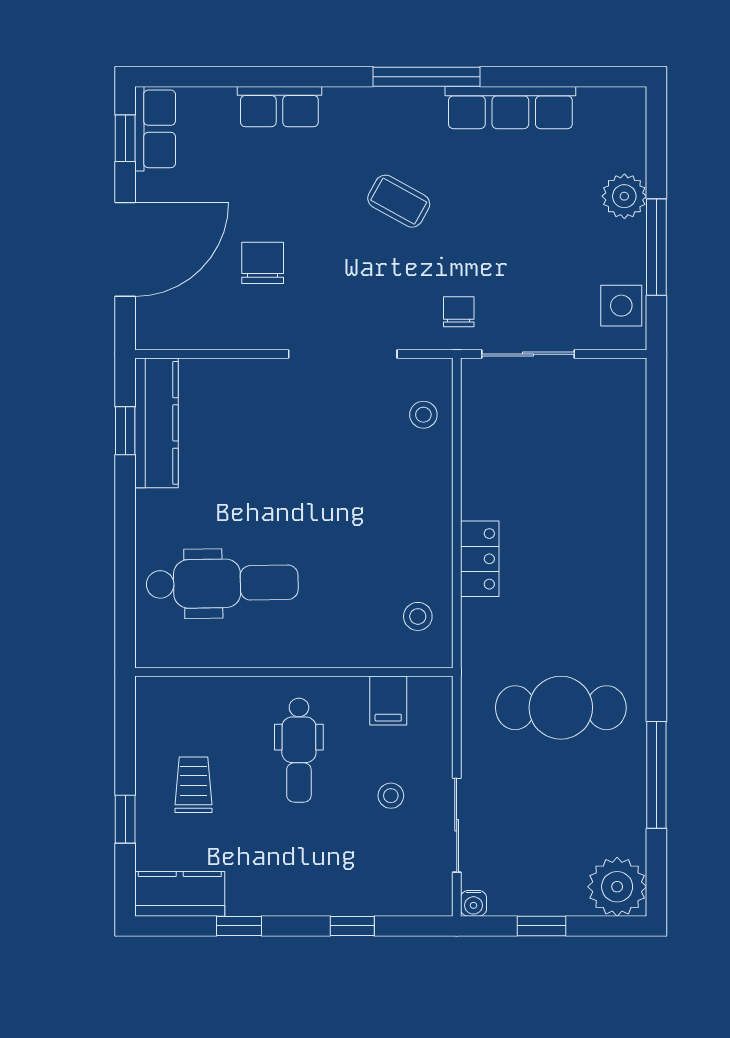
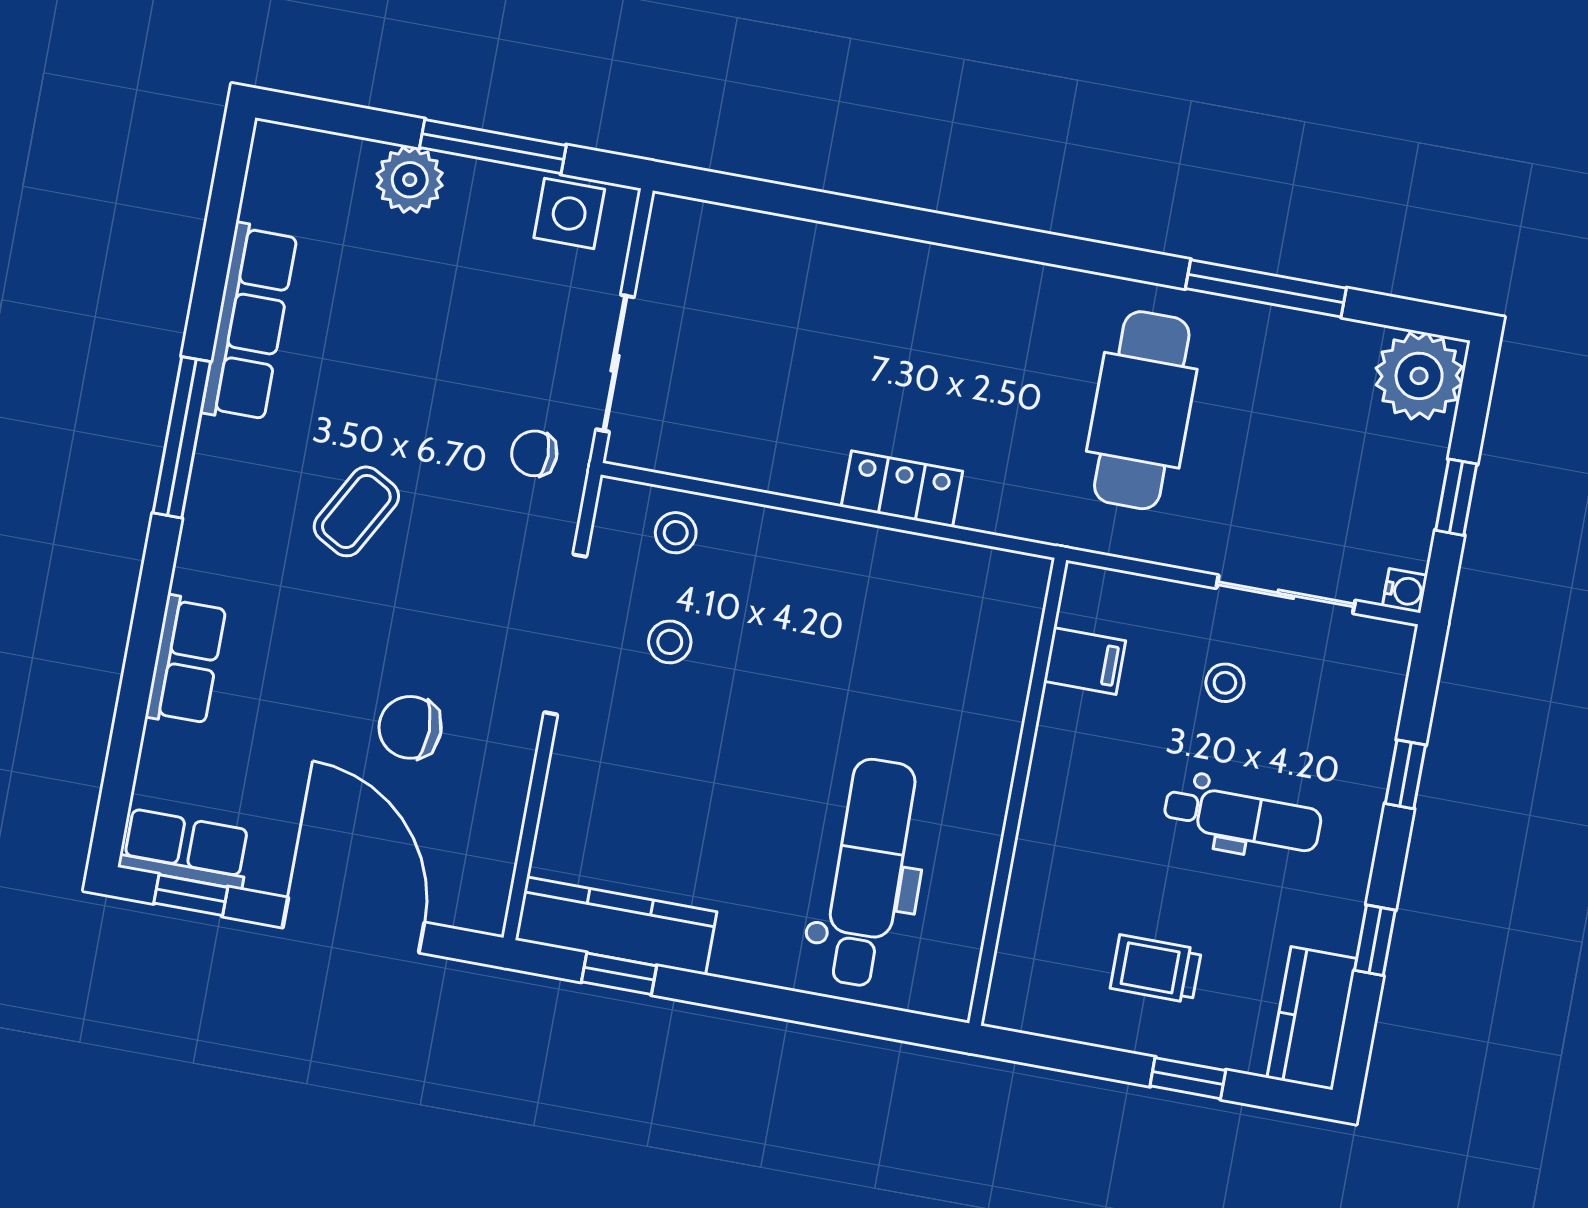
stool: (418, 616) -> (670, 642), moved
dental chair: (299, 750) -> (1242, 818), moved

